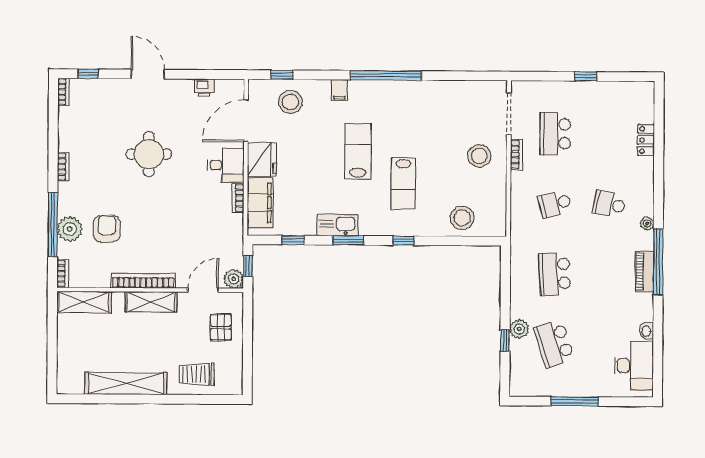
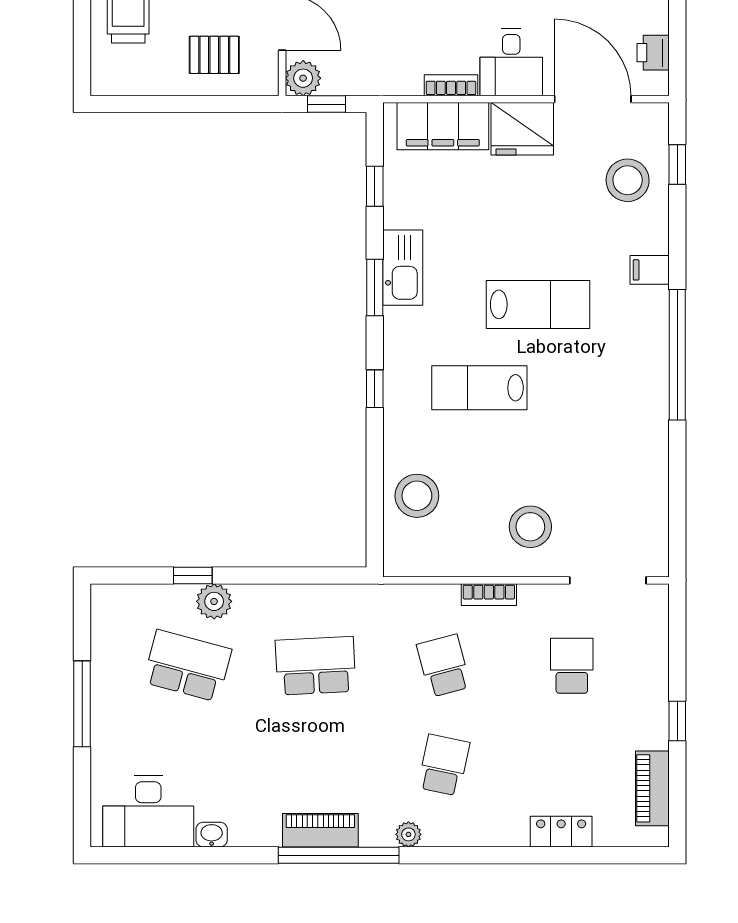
printer: (204, 88) -> (653, 53), moved
piano: (623, 90) -> (652, 788), added
school desk: (555, 134) -> (572, 666), width x0.54
bookcase: (516, 154) -> (489, 595), moved
school desk: (554, 344) -> (187, 666), turned 33

